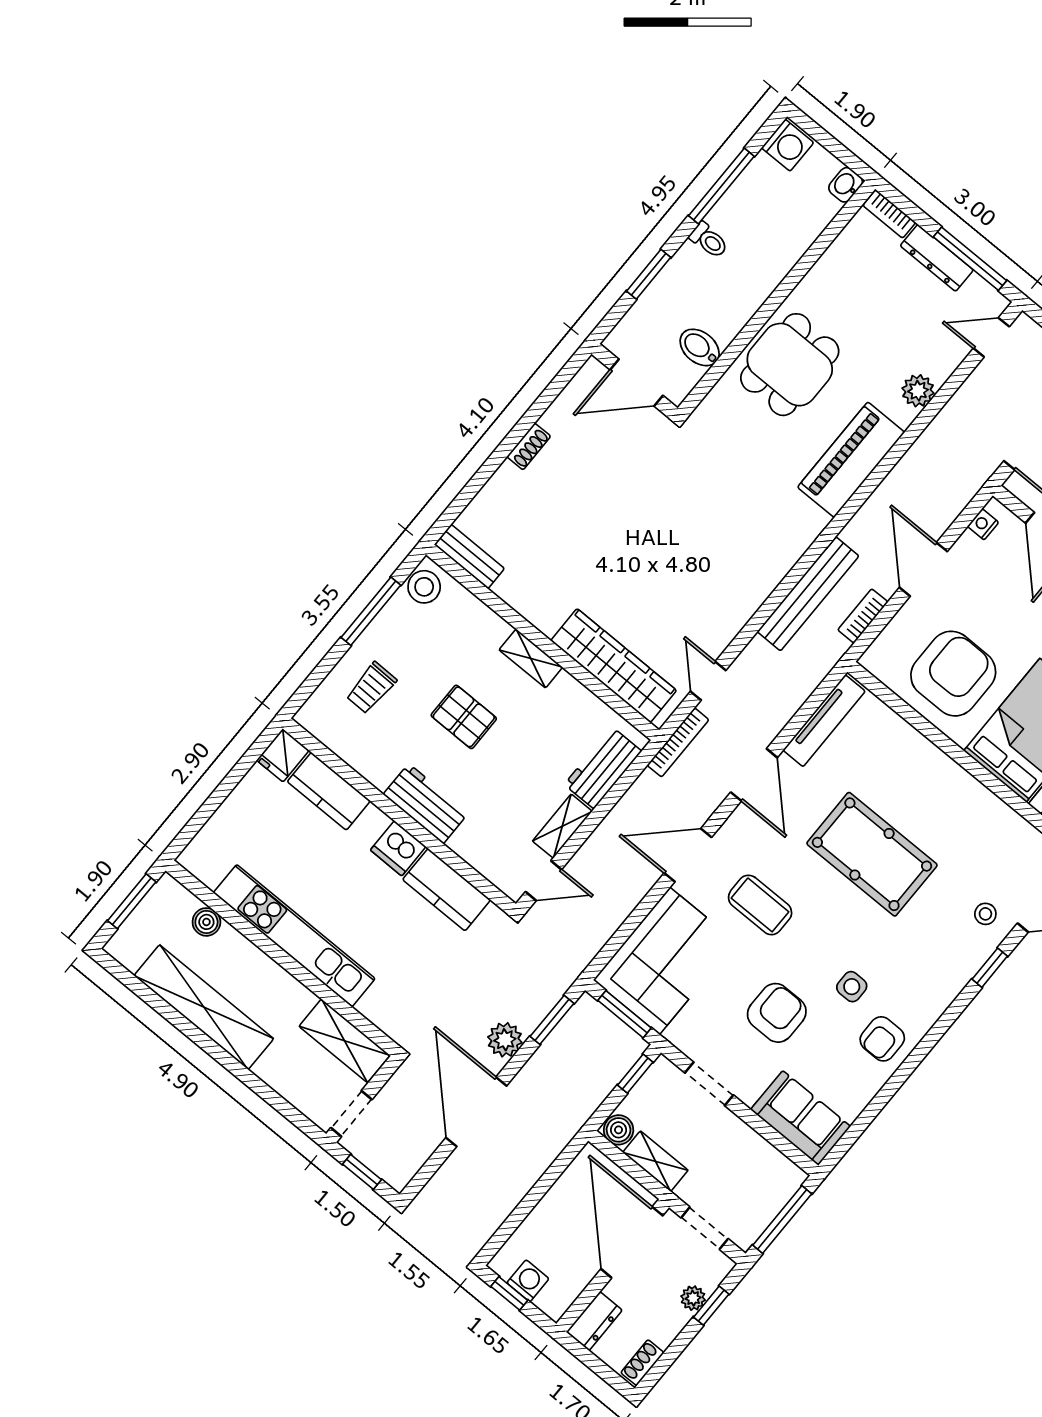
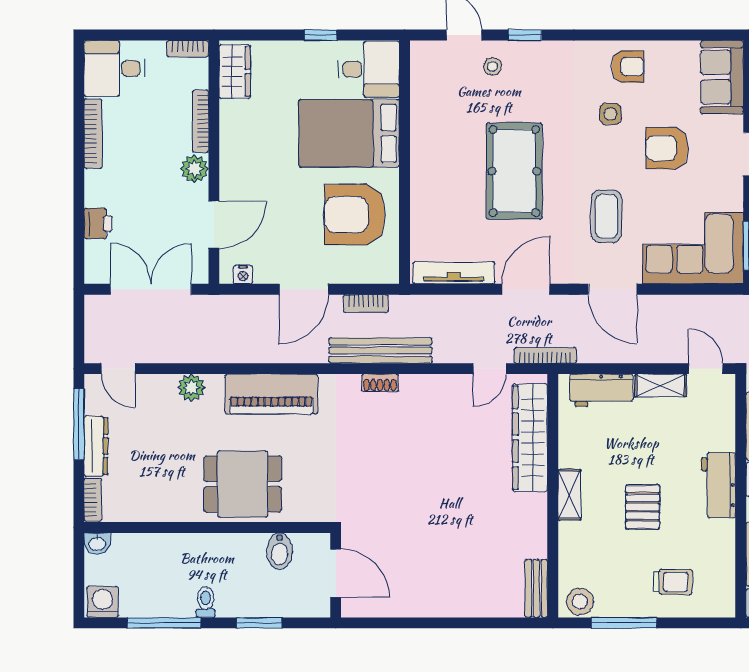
shoe rack: (529, 446) -> (380, 383), moved, turned 180

